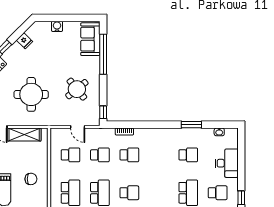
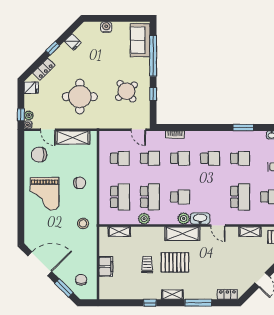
window: (103, 112) -> (153, 94), moved
door: (78, 127) -> (138, 130), moved
school desk: (159, 155) -> (210, 158), added

